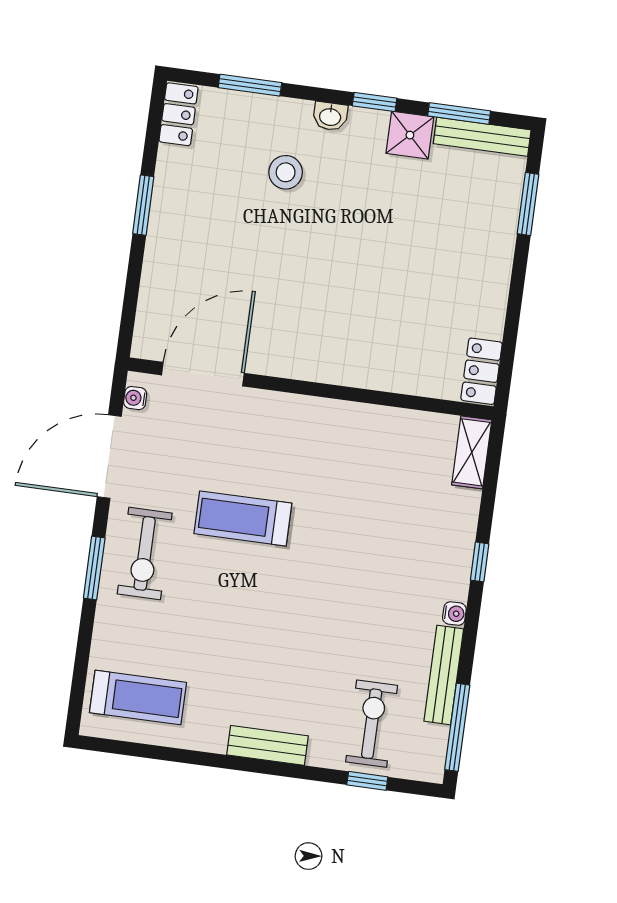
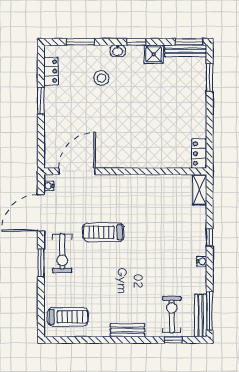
window: (459, 113) -> (189, 42), moved
locker: (179, 114) -> (51, 71), moved
bench: (444, 675) -> (201, 315), moved

